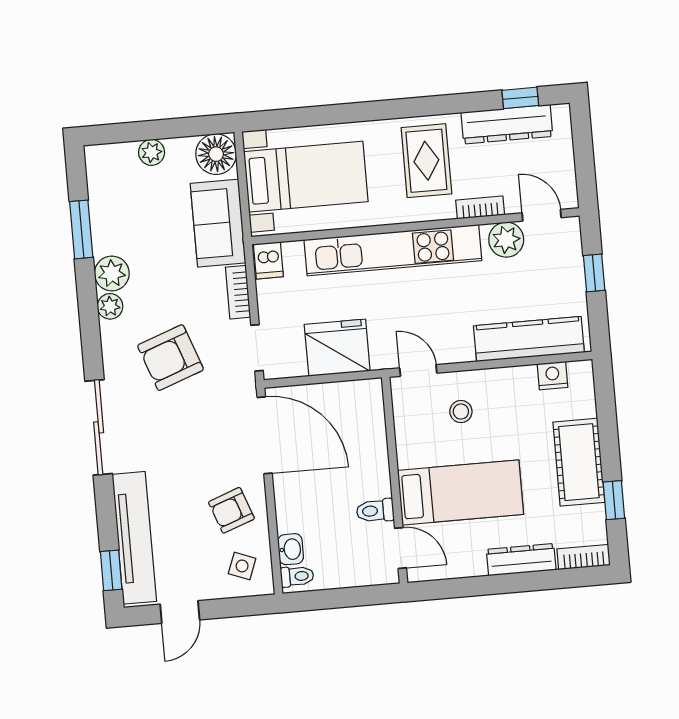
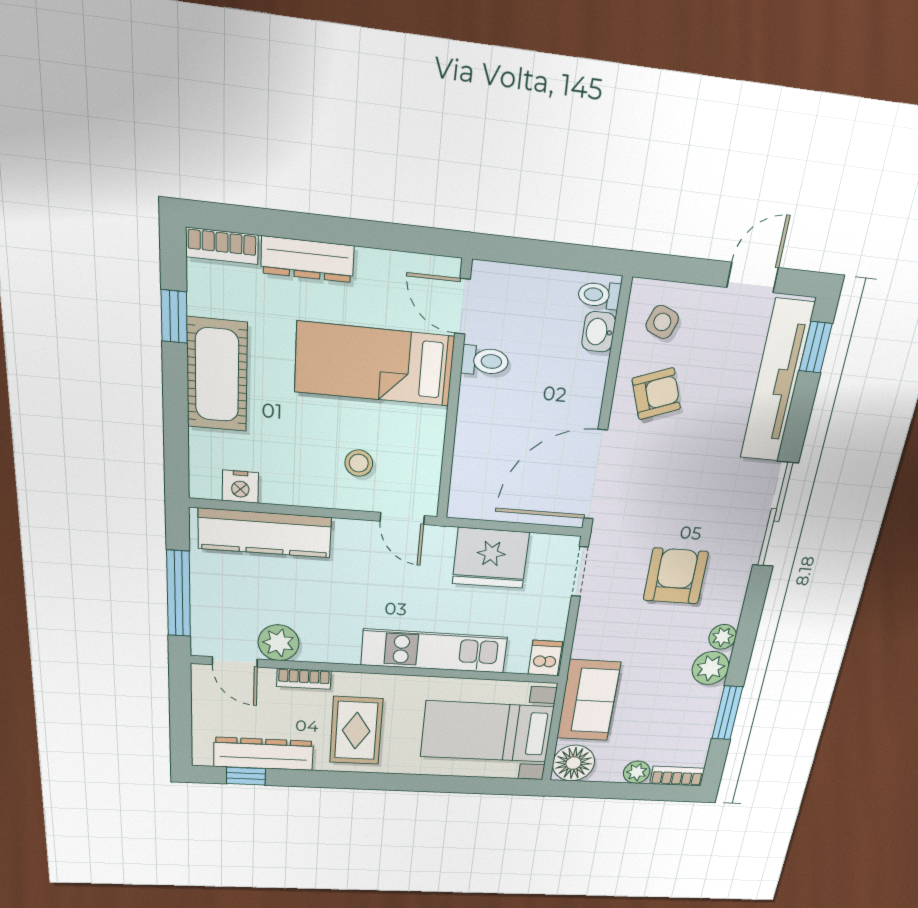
kitchen unit: (393, 250) -> (434, 651), width x0.73
window: (594, 273) -> (179, 594), width x2.17
bookcase: (238, 292) -> (677, 776), moved, turned -90
armchair: (170, 358) -> (676, 576), turned -70
door: (265, 435) -> (595, 475), hinge flipped

